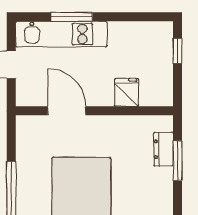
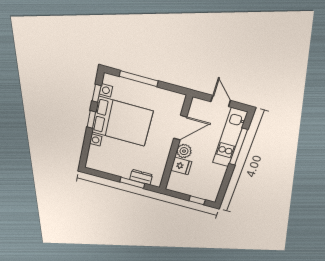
window: (72, 17) -> (238, 147), width x1.44
plant: (101, 95) -> (184, 151), added

